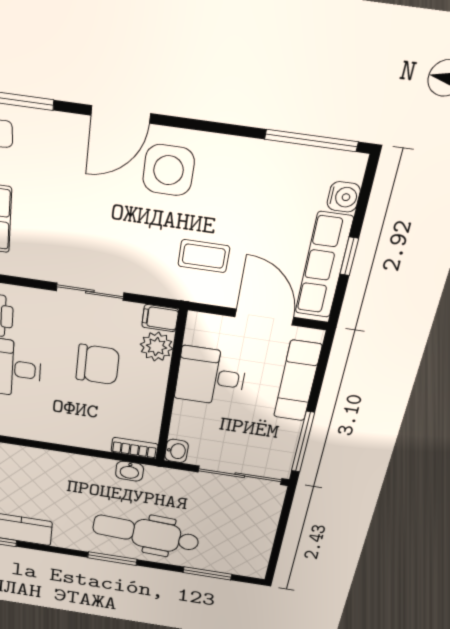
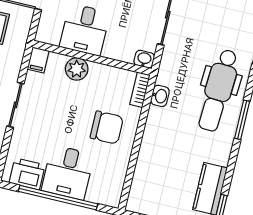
plant: (156, 347) -> (77, 69), moved
chair: (98, 365) -> (107, 128), moved, turned 90

